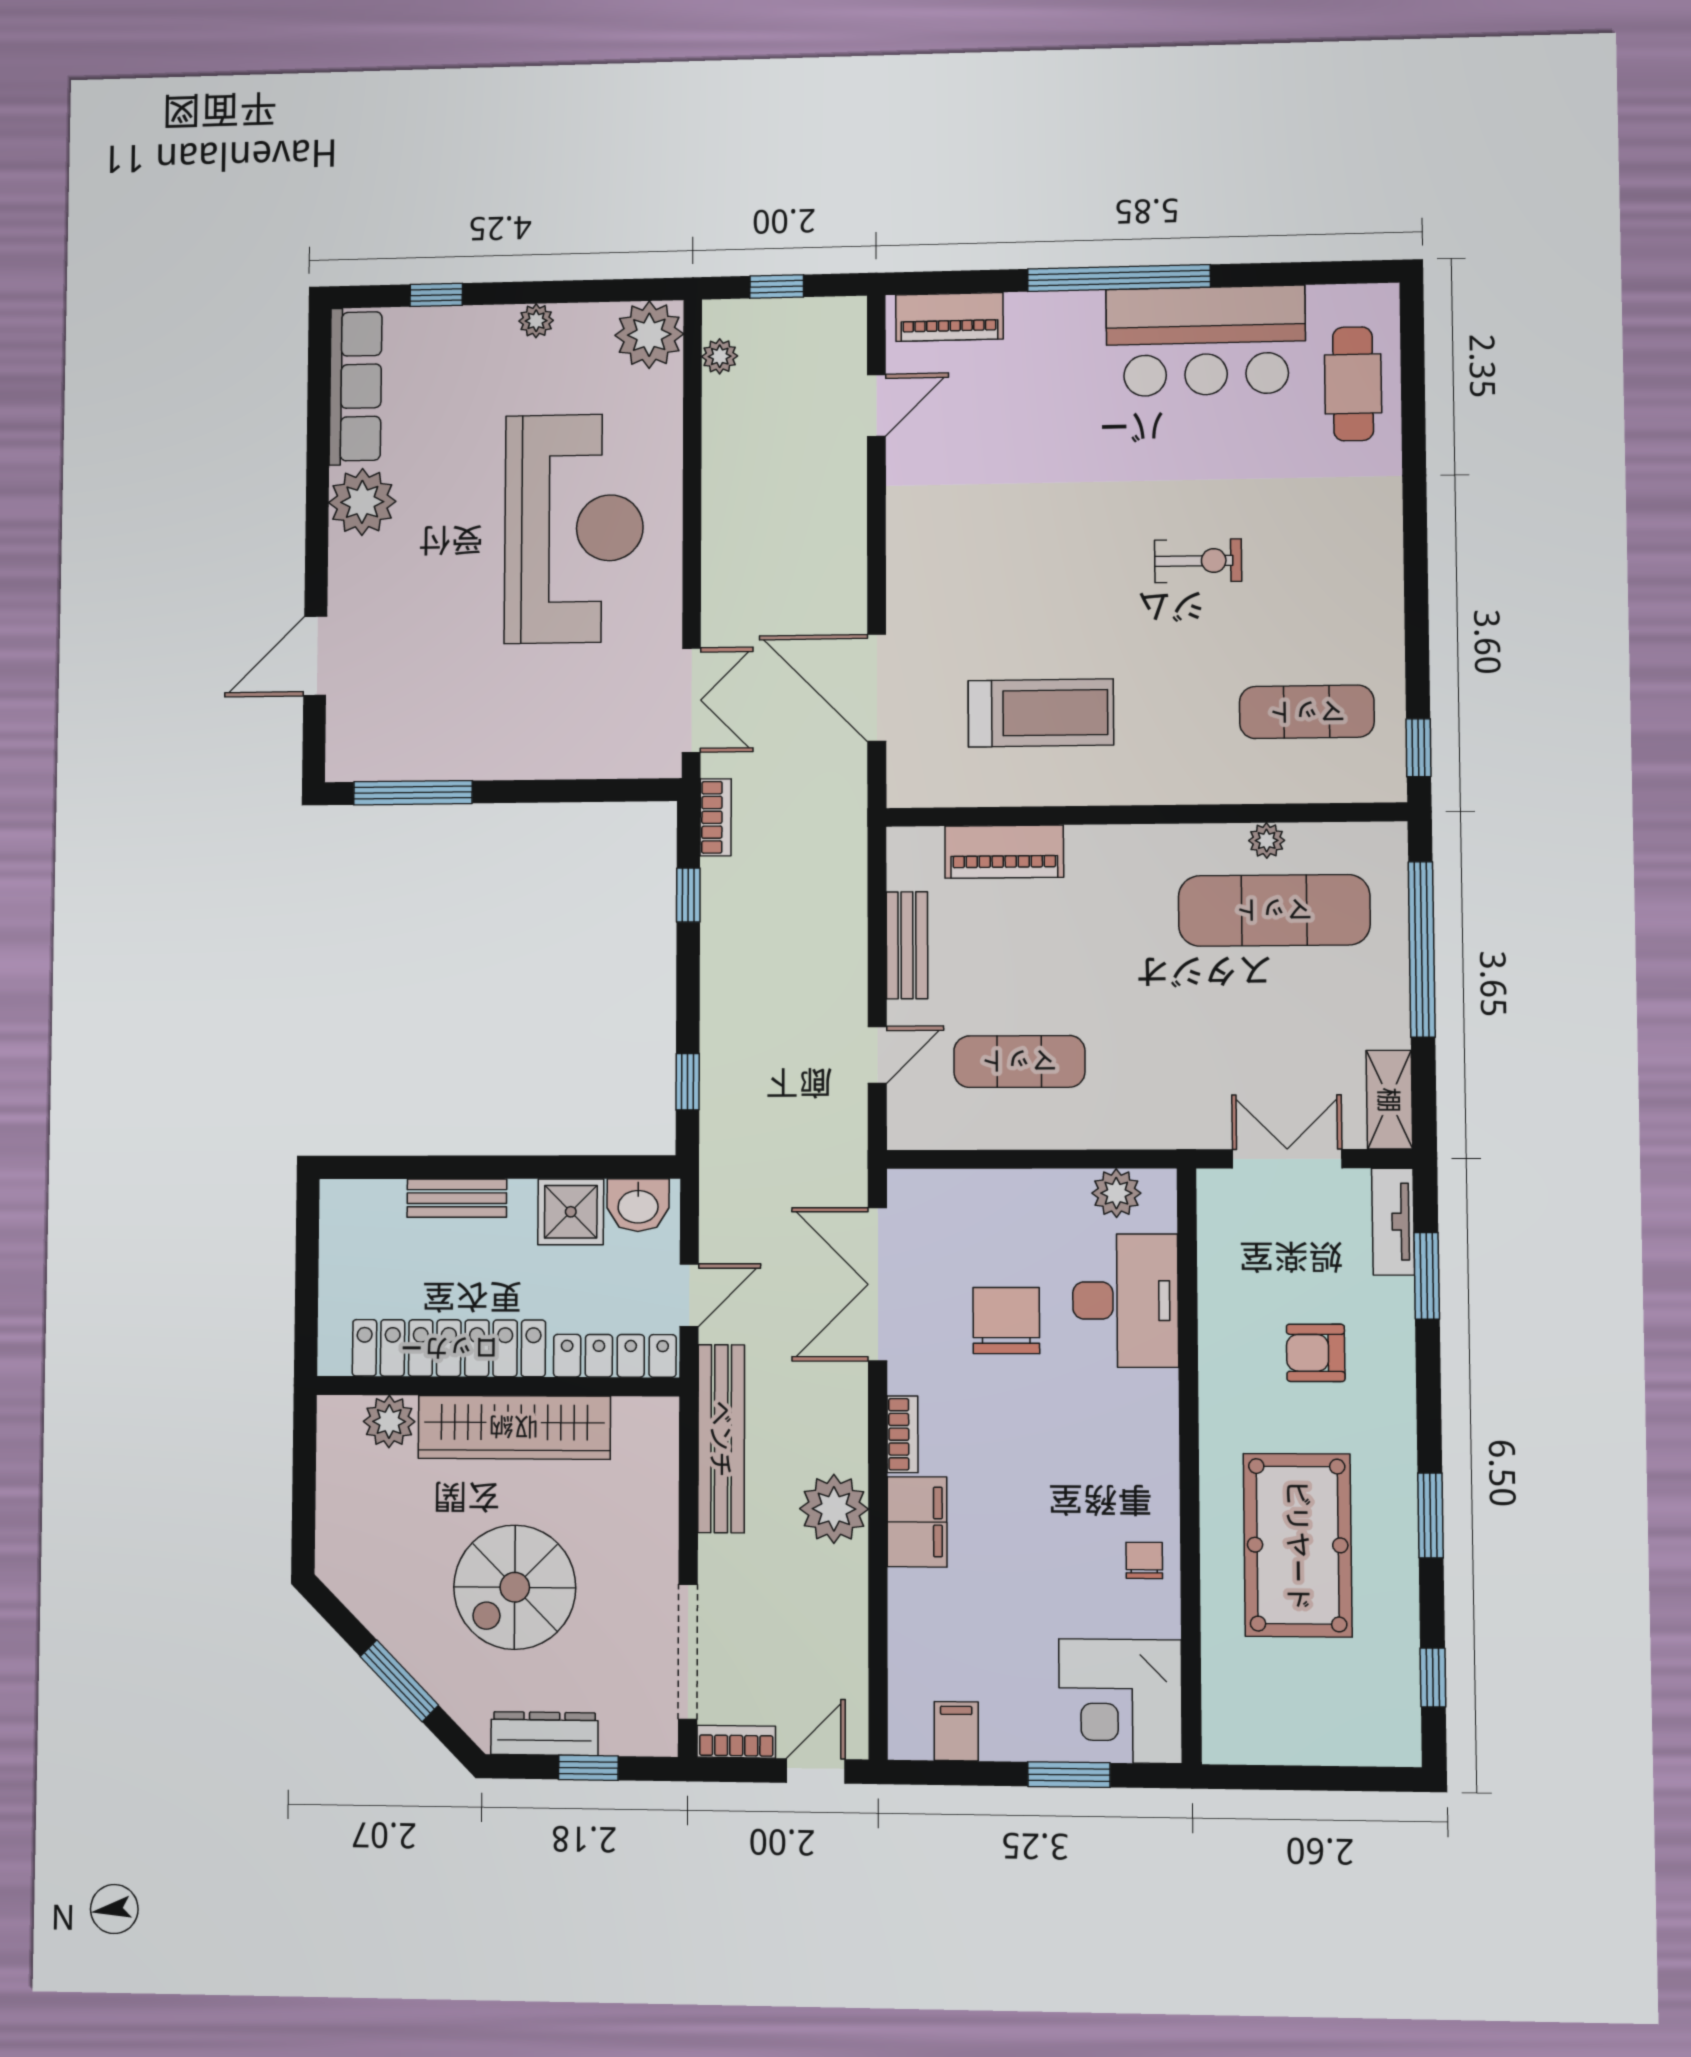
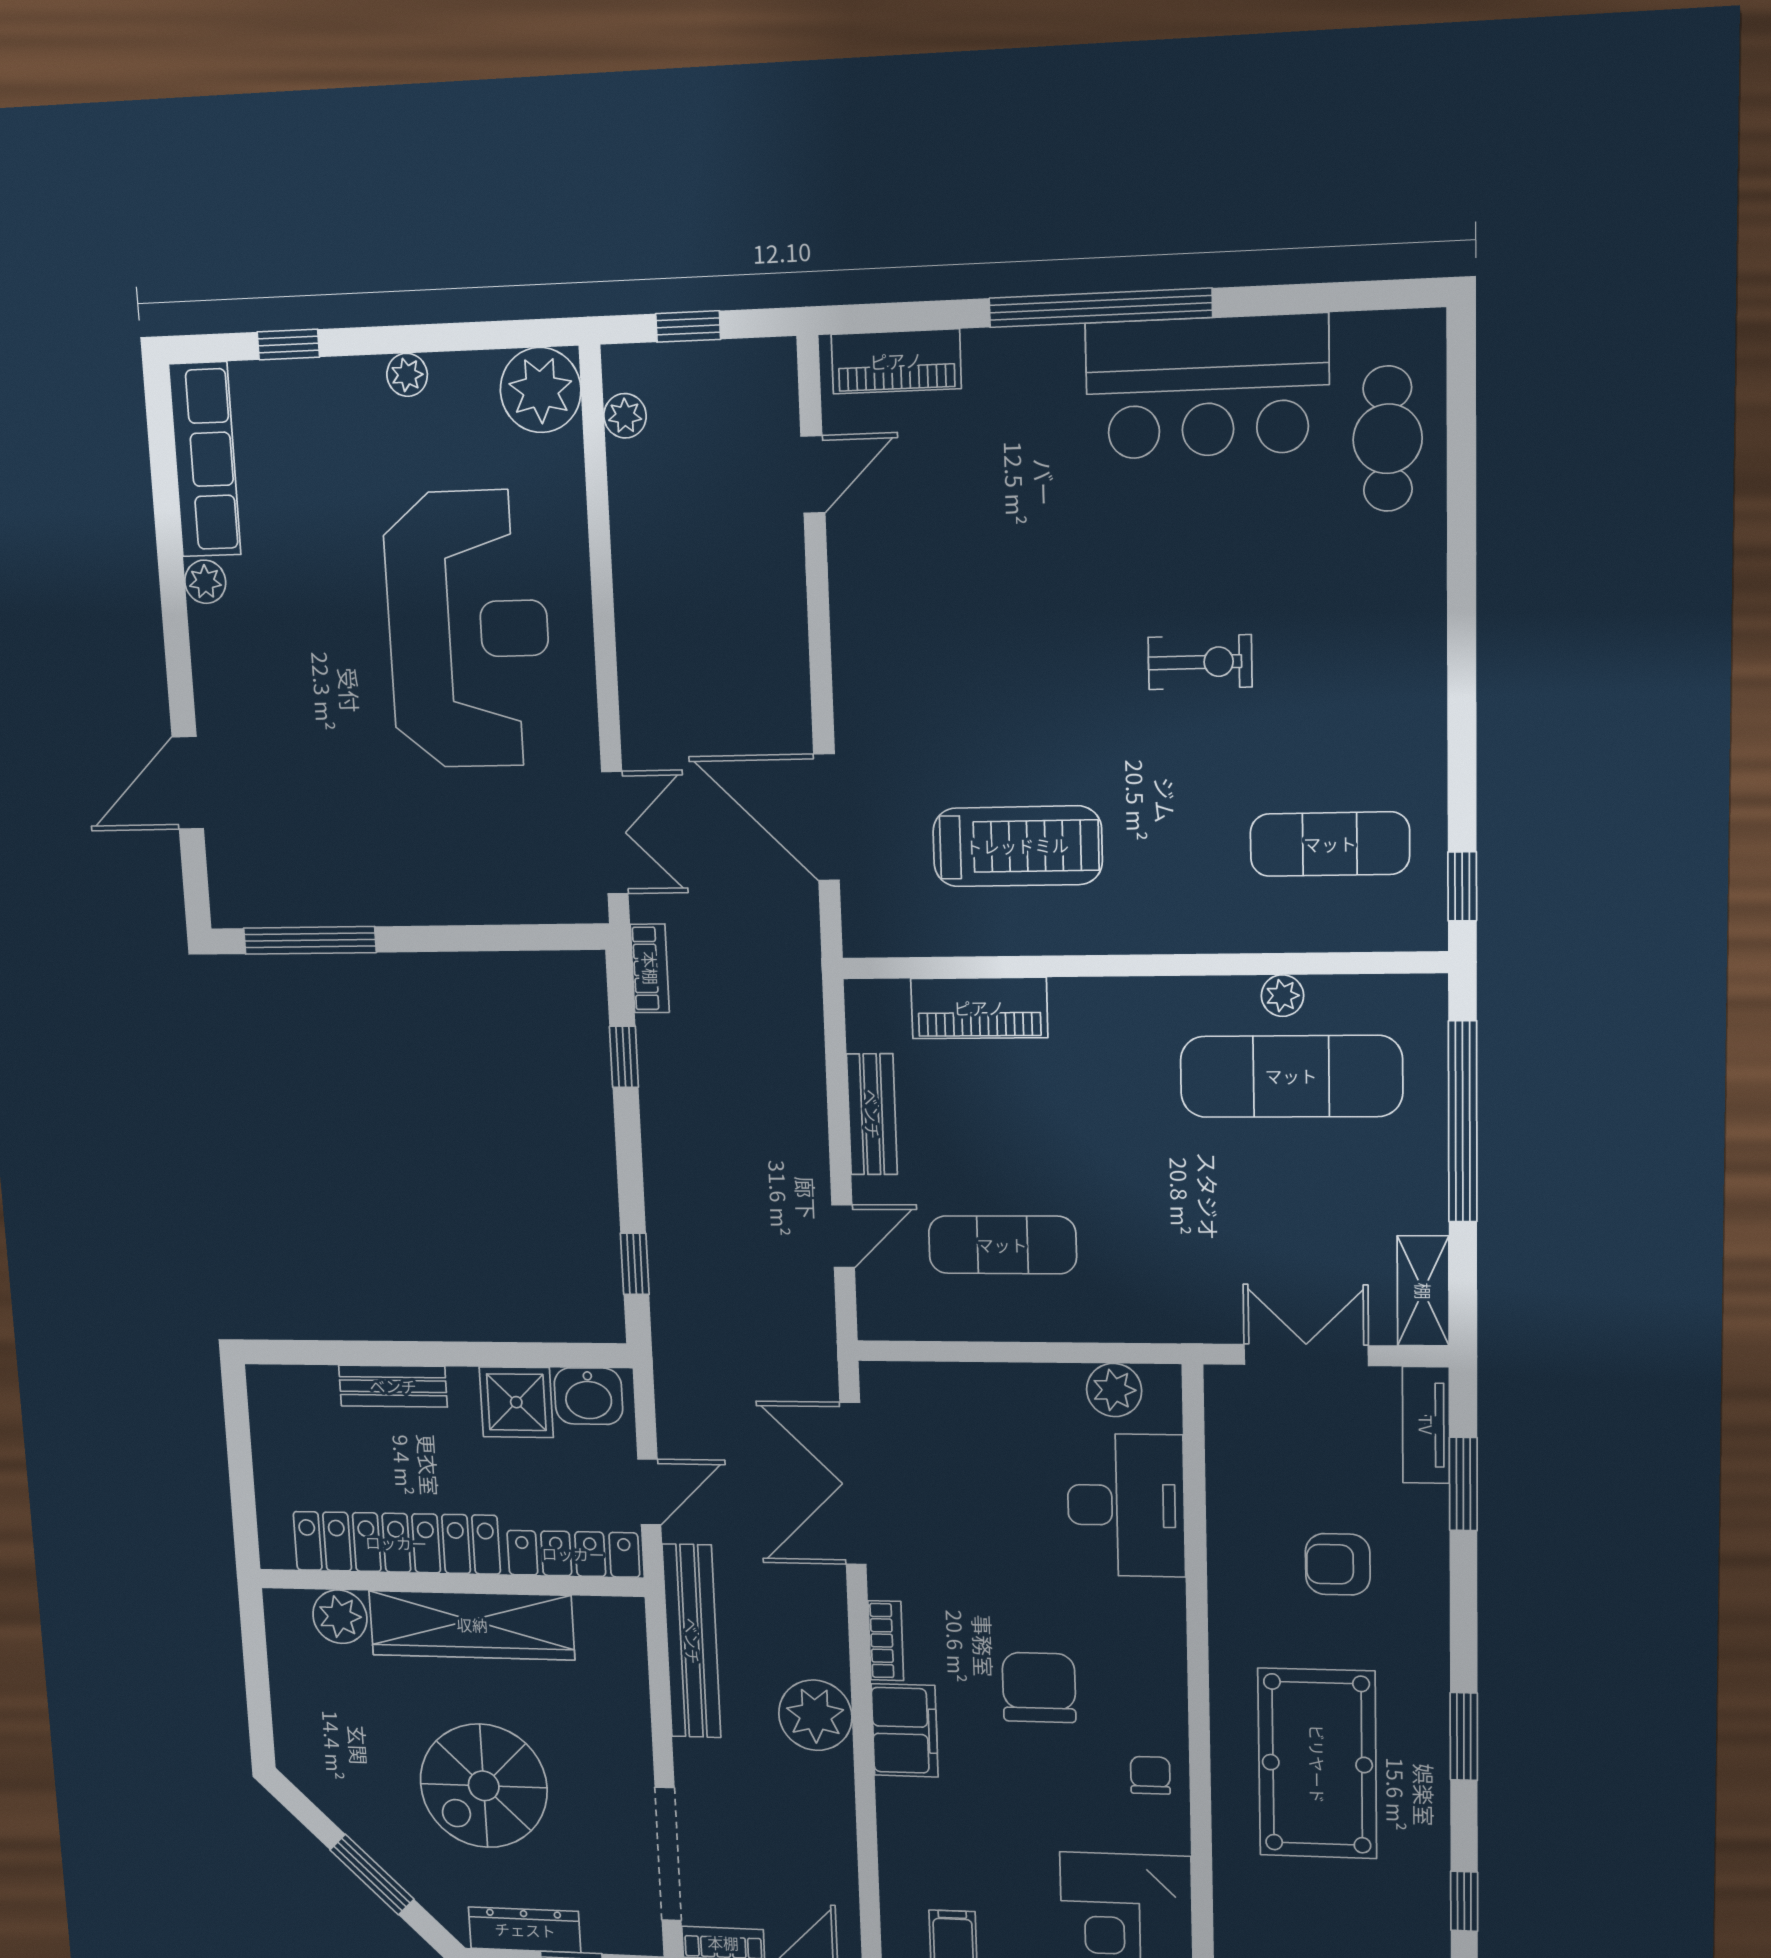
plant: (362, 502) -> (205, 582), width x0.53, depth x0.53
chair: (1006, 1321) -> (1039, 1687), moved

